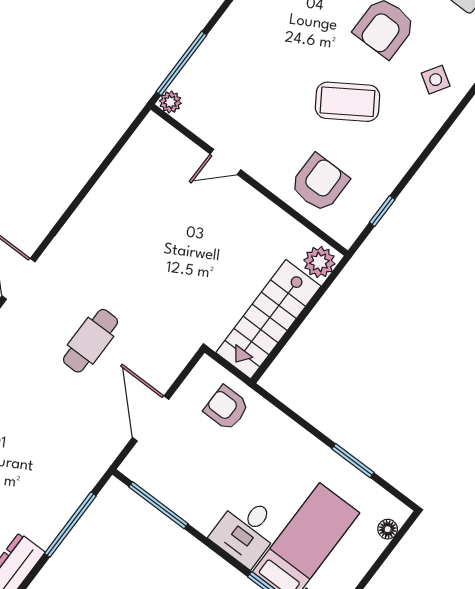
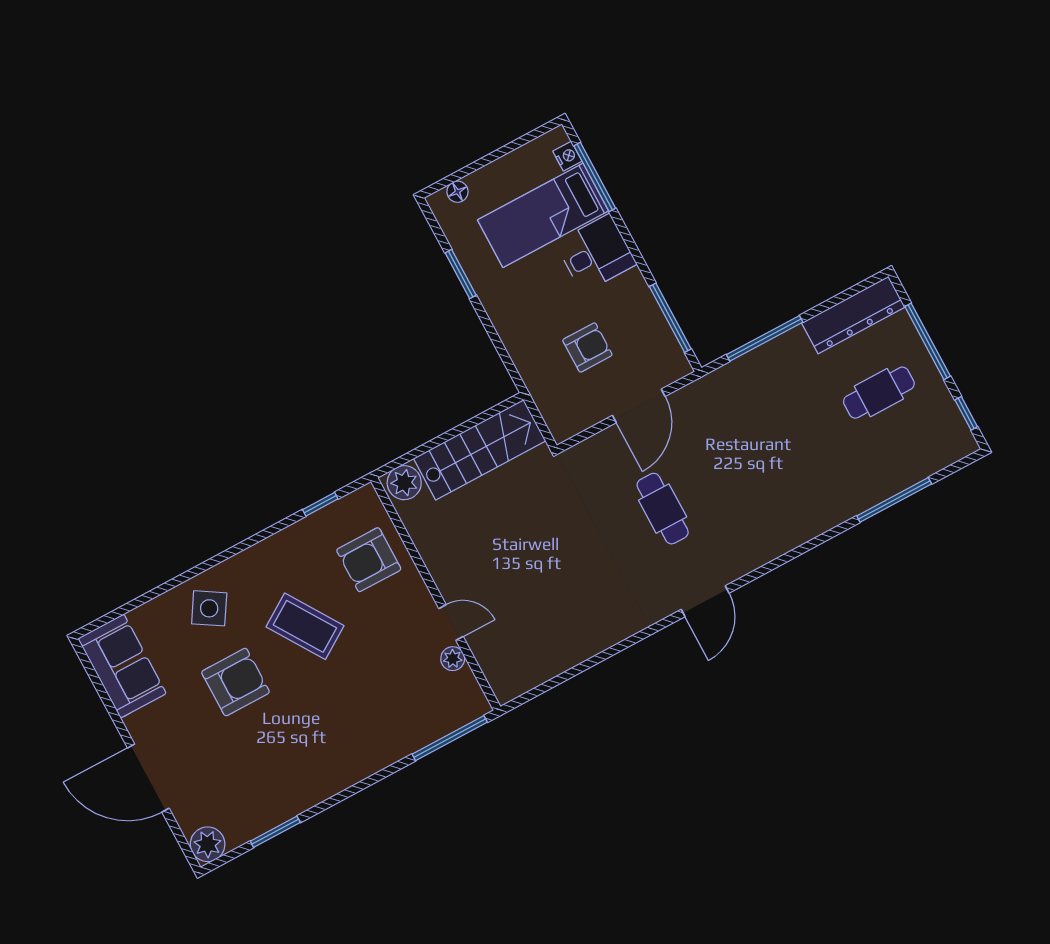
side table: (436, 80) -> (209, 608), width x1.37, depth x1.37
plant: (170, 102) -> (453, 659), moved
cafe table: (91, 341) -> (663, 509), turned 90
armchair: (226, 408) -> (587, 347), moved, turned -90

